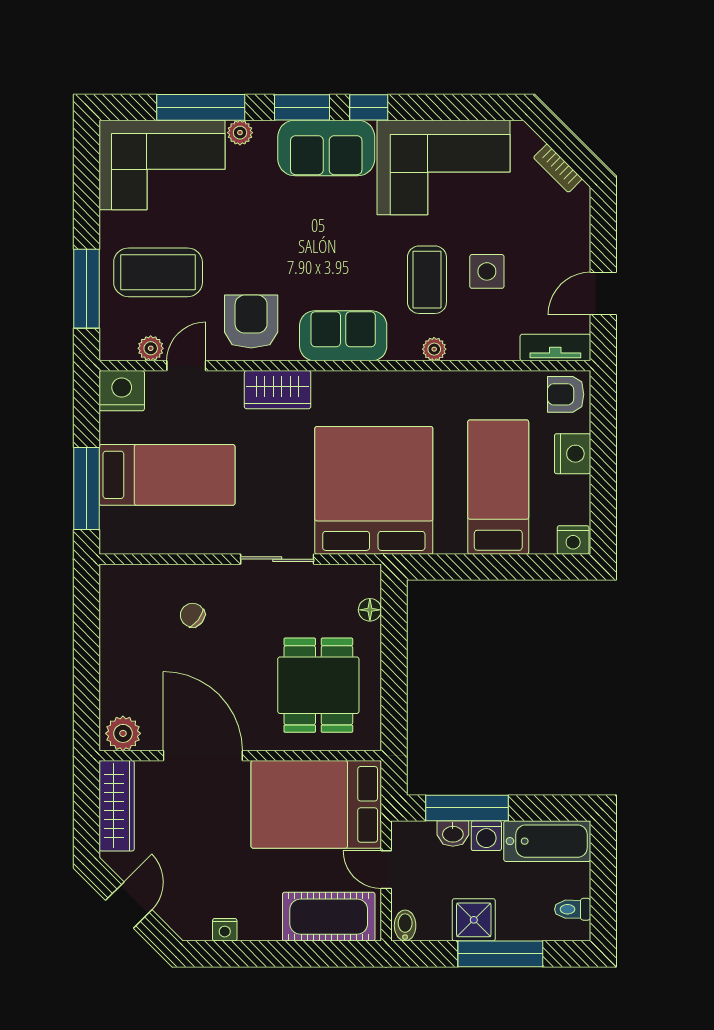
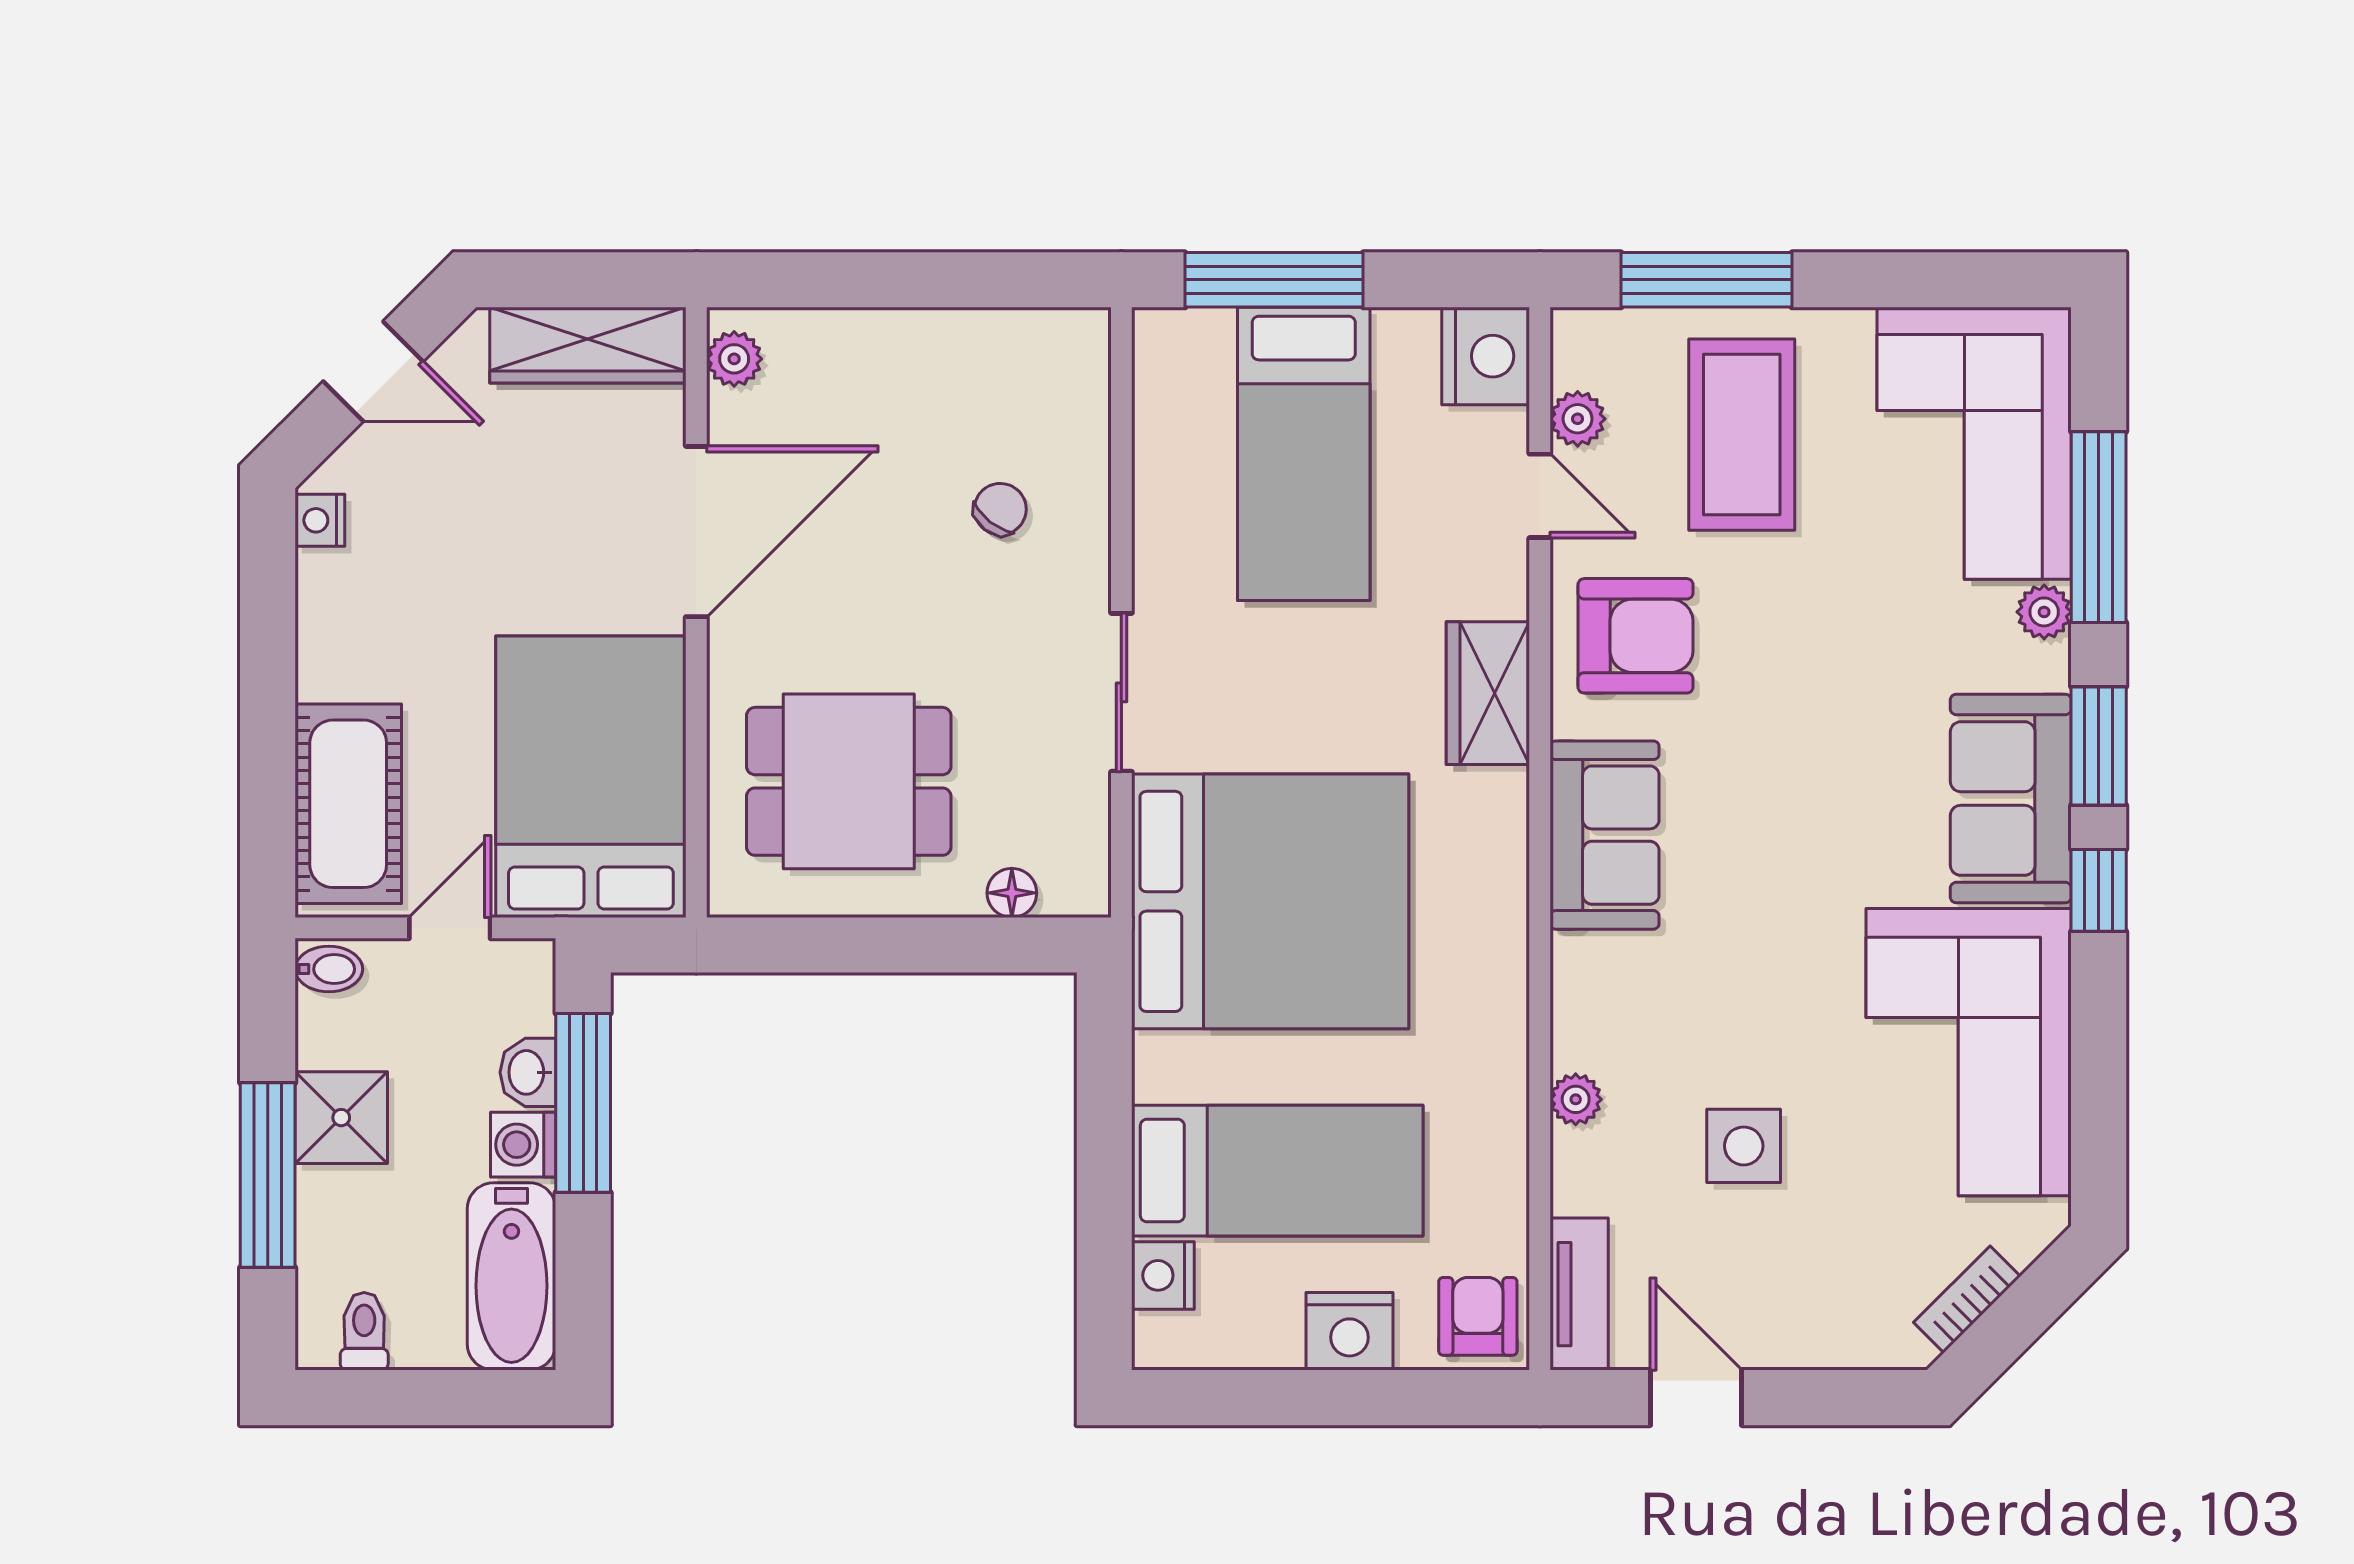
coffee table: (427, 280) -> (1726, 1016), removed
plant: (434, 349) -> (1576, 1099), moved
nightstand: (573, 540) -> (1163, 1275), moved
plant: (123, 733) -> (734, 359), width x0.73, depth x0.73
nightstand: (225, 930) -> (320, 520), moved

